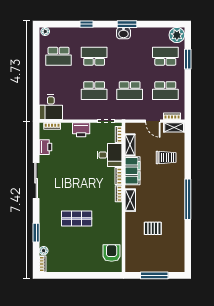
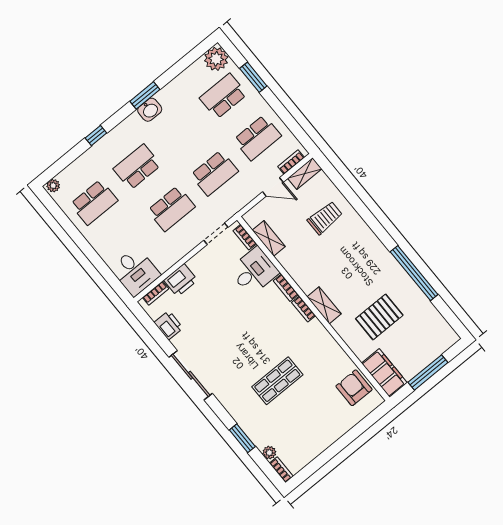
printer: (81, 130) -> (181, 280), moved
filing cabinet: (133, 171) -> (384, 373), moved
window: (188, 199) -> (414, 273), moved
pallet: (153, 228) -> (379, 317), width x1.50, depth x1.42

